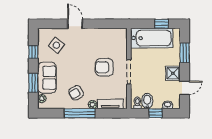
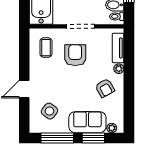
coffee table: (111, 42) -> (46, 48), added
window: (33, 52) -> (57, 138), width x2.17
armchair: (104, 67) -> (75, 55), turned 180
window: (80, 113) -> (129, 84), removed

